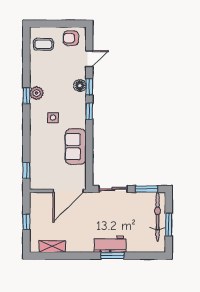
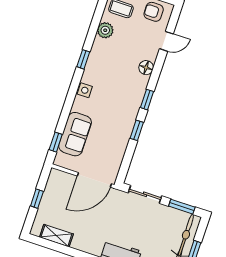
window: (89, 87) -> (137, 130), moved
plant: (36, 93) -> (105, 30), moved
side table: (53, 118) -> (85, 90), moved
sofa: (76, 147) -> (75, 134), moved, turned 180

